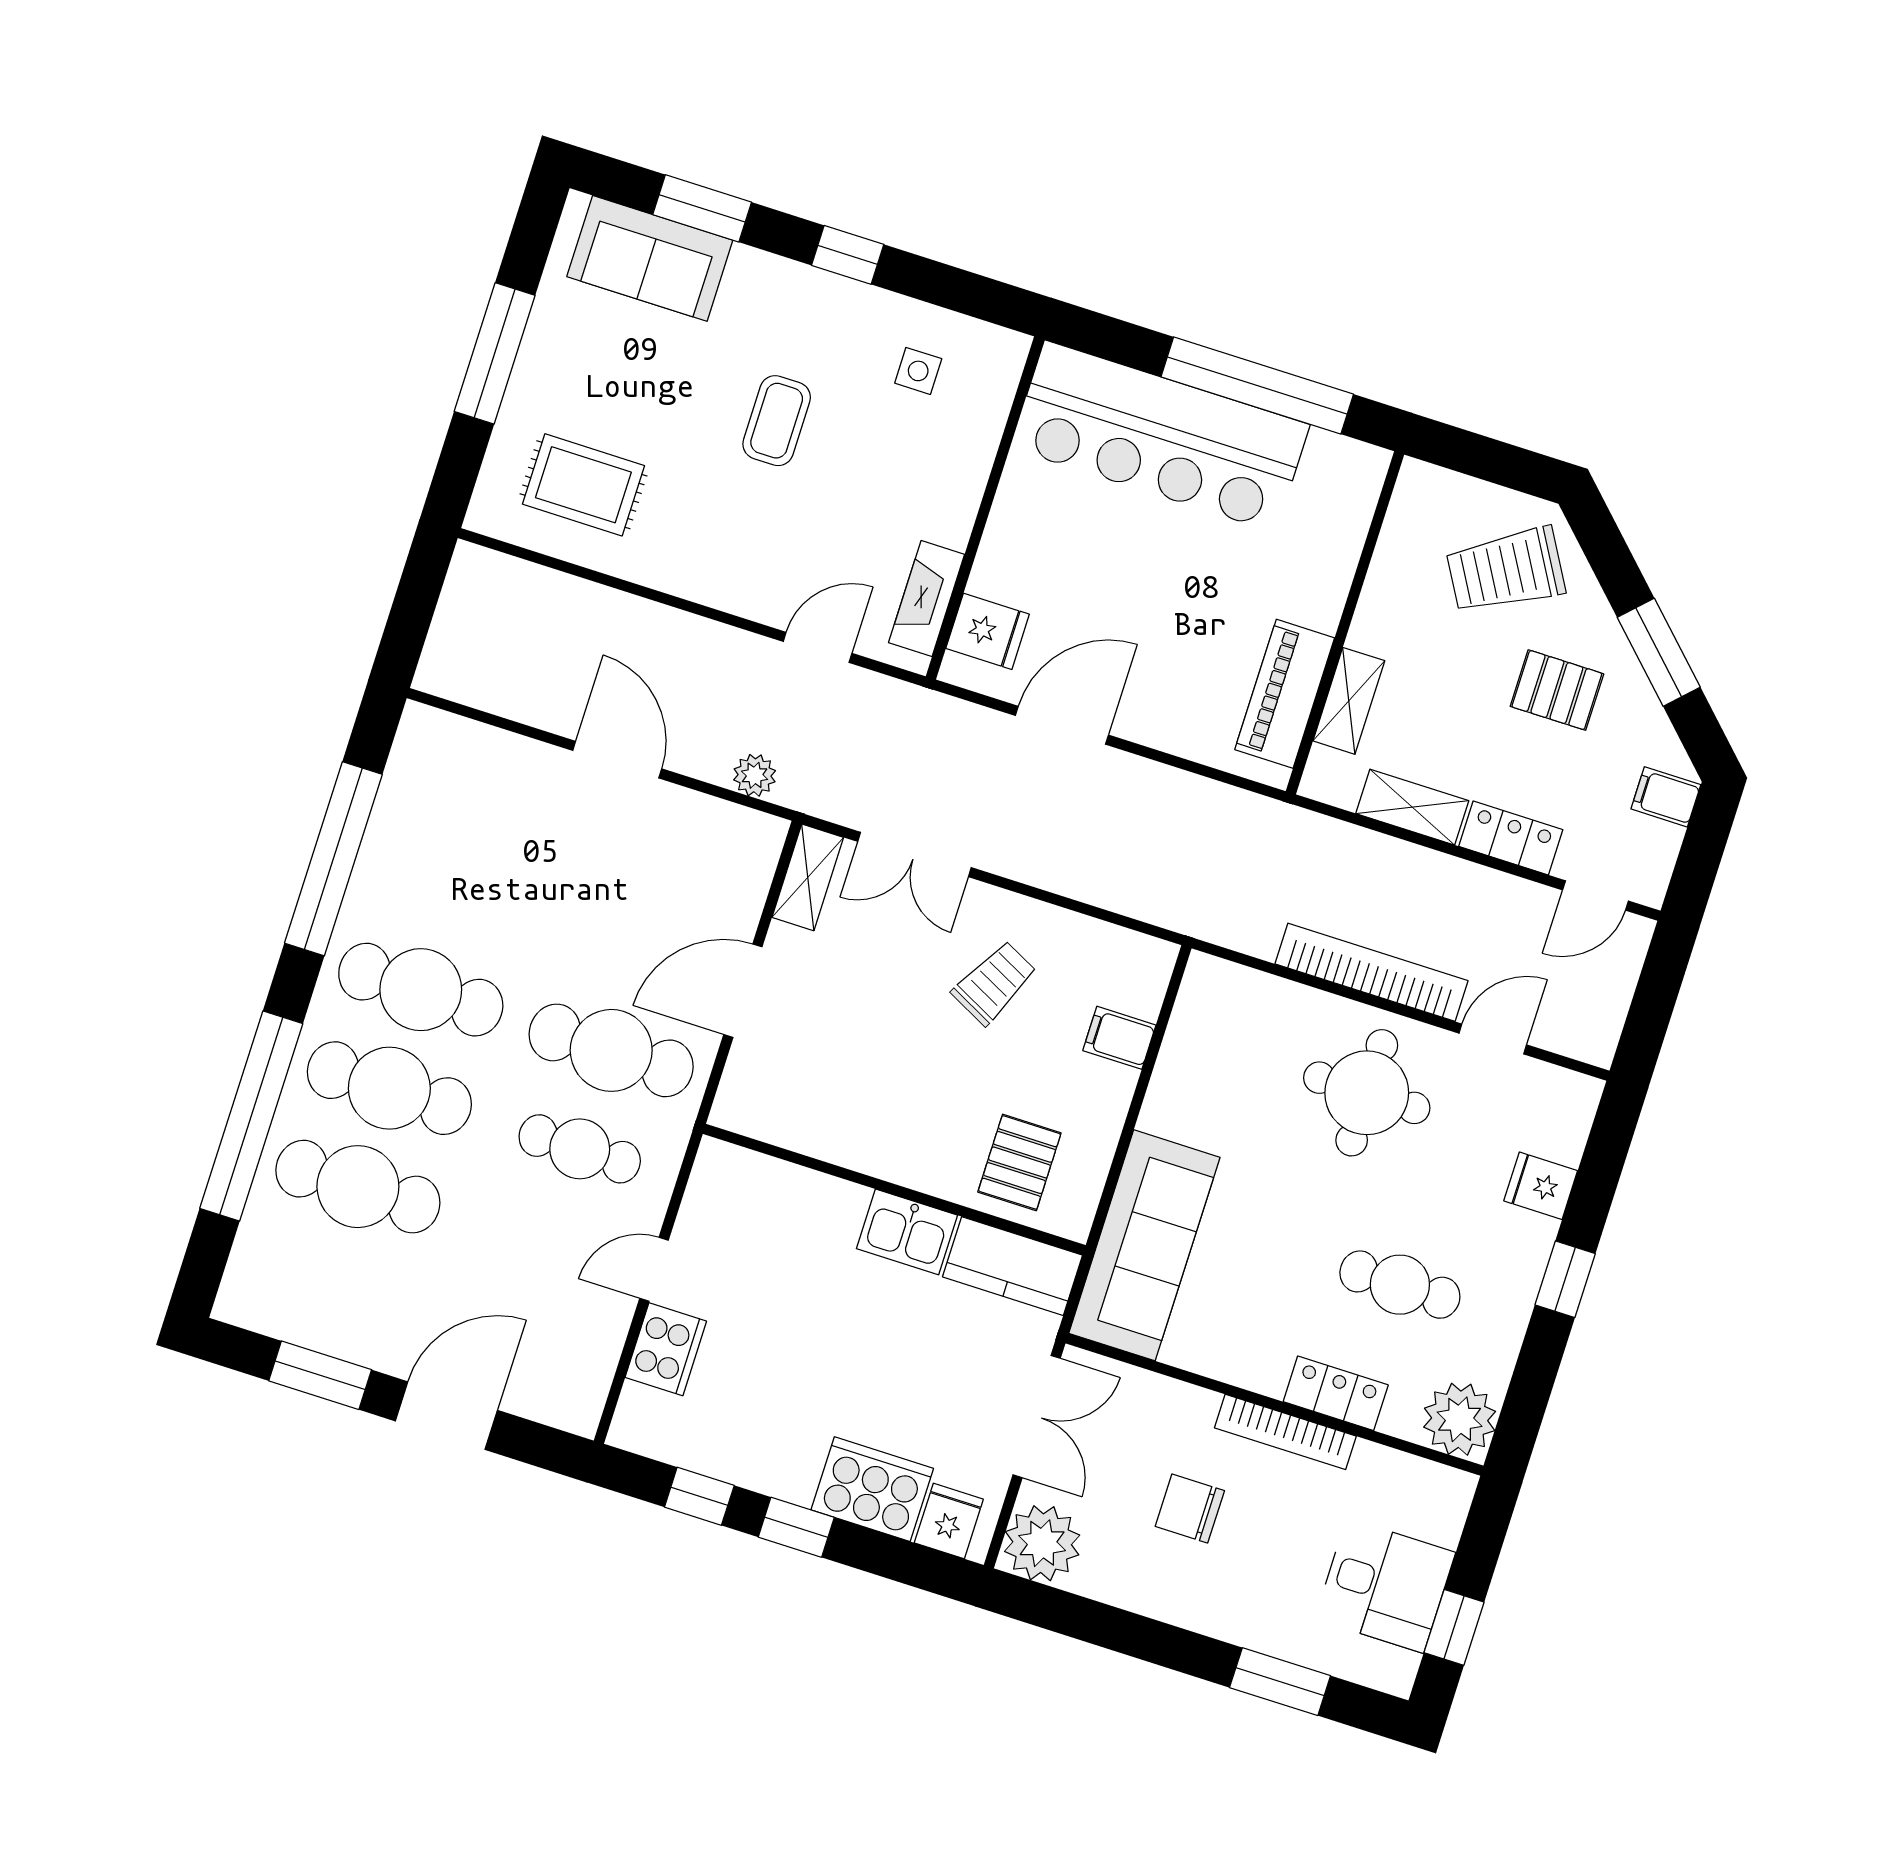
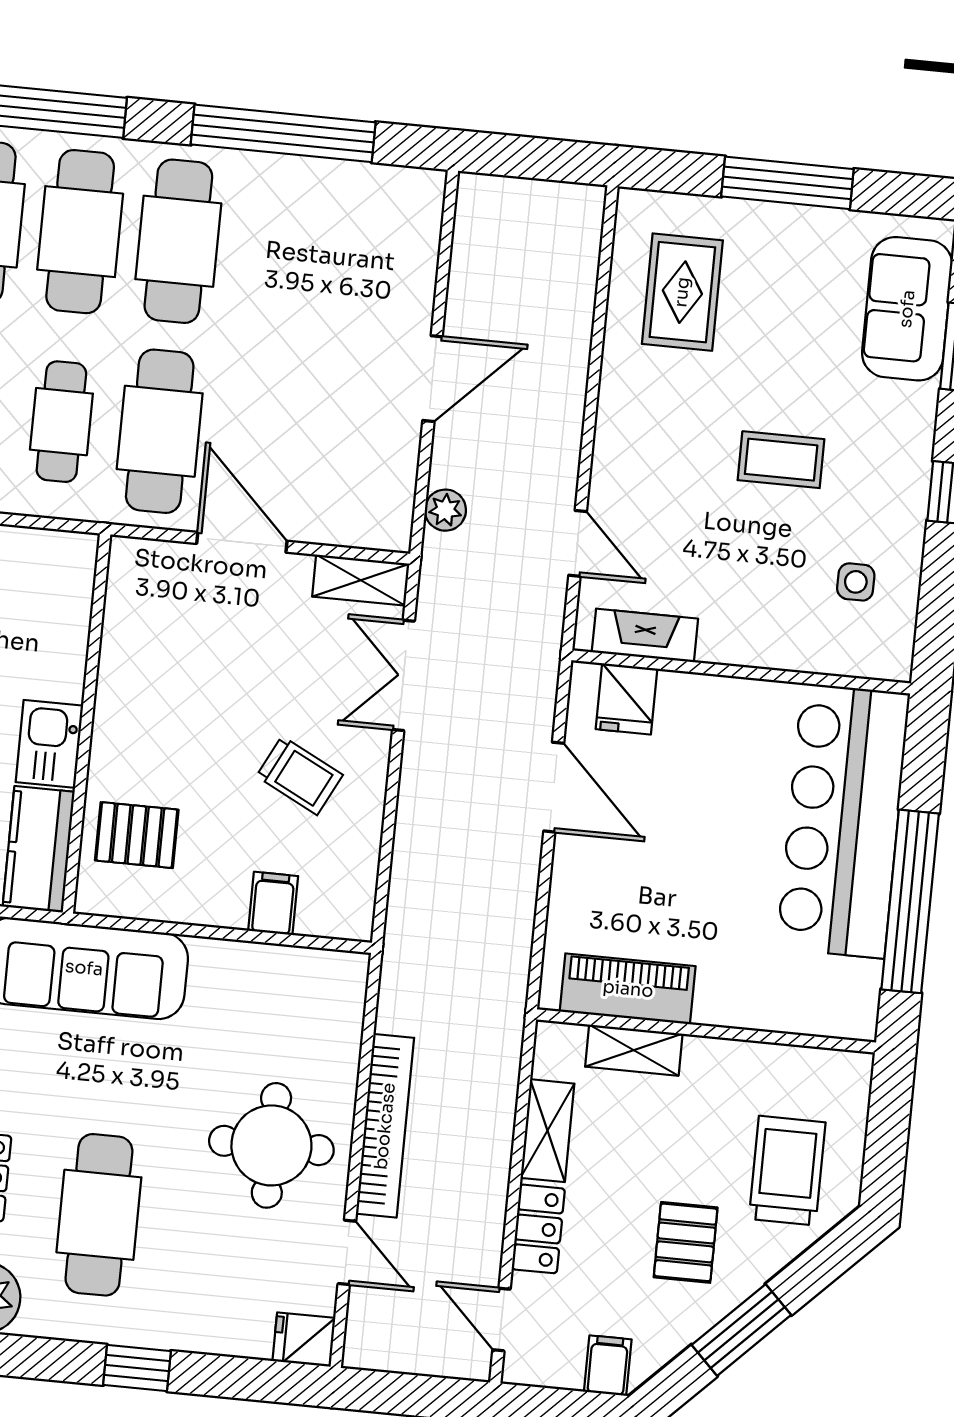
trolley: (1506, 570) -> (787, 1171), turned 30
fridge: (1541, 1186) -> (304, 1340), moved, turned -90
cafe table: (1400, 1285) -> (99, 1215), width x1.37, depth x1.35

